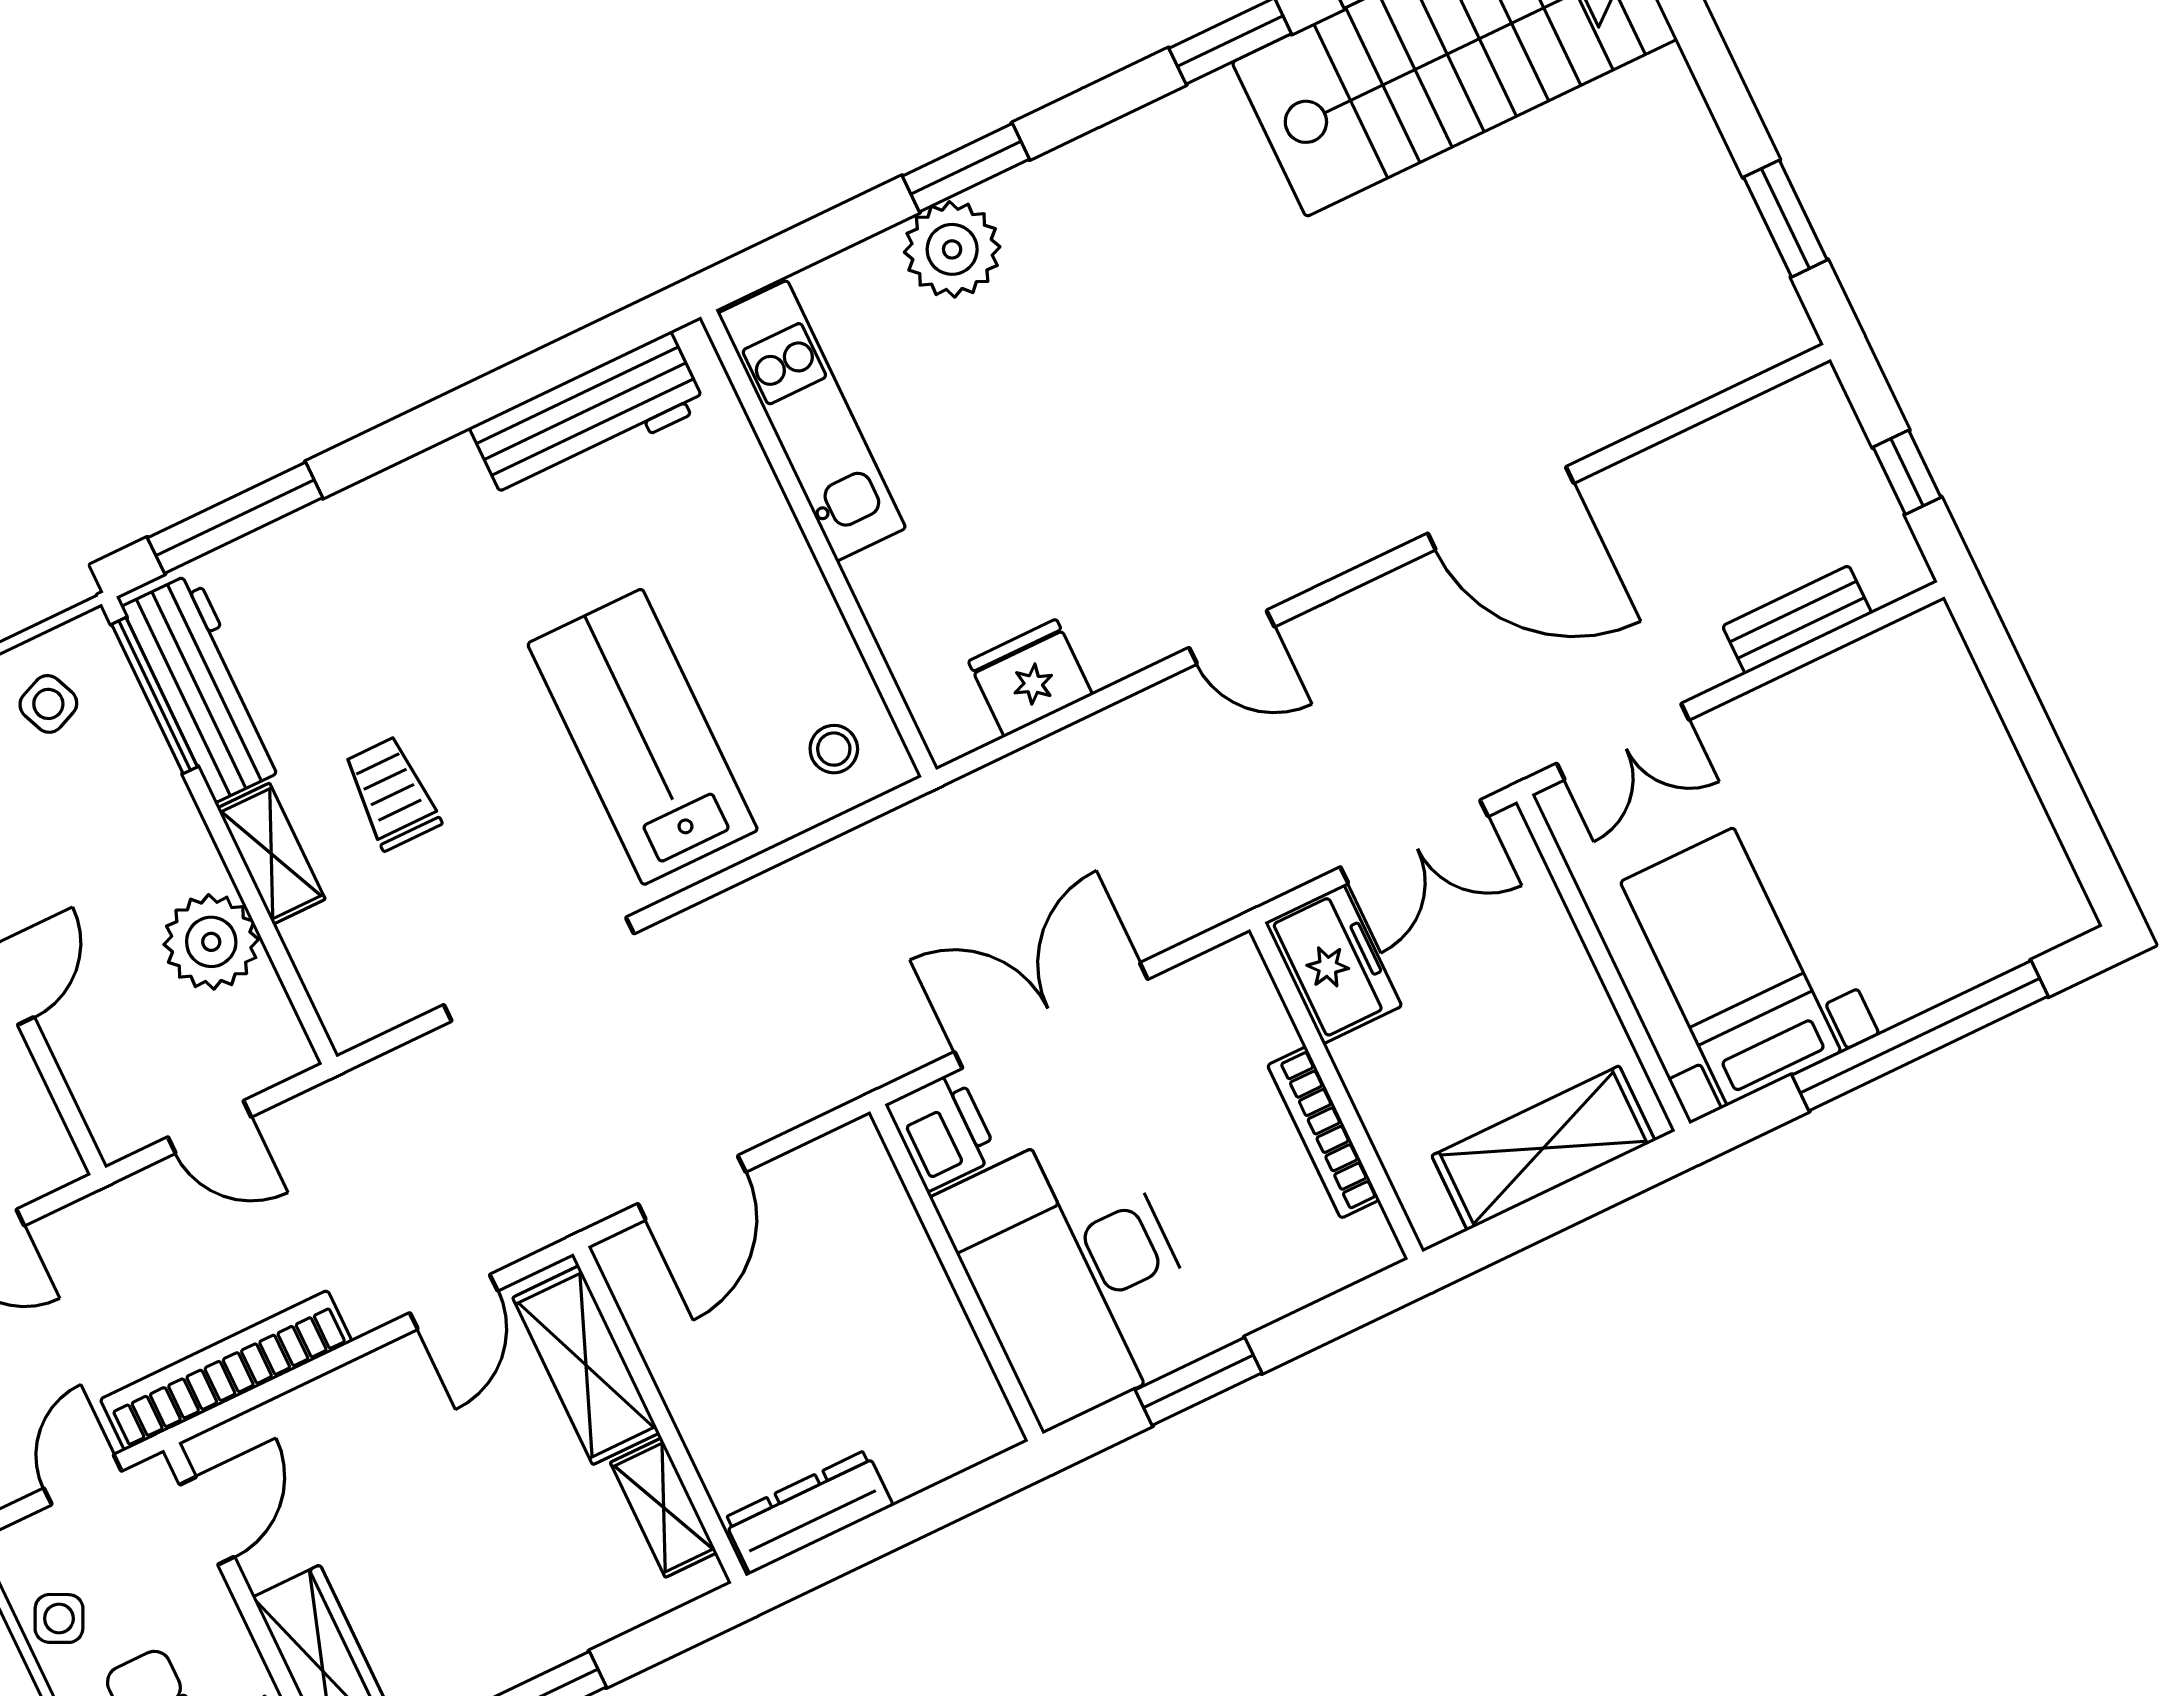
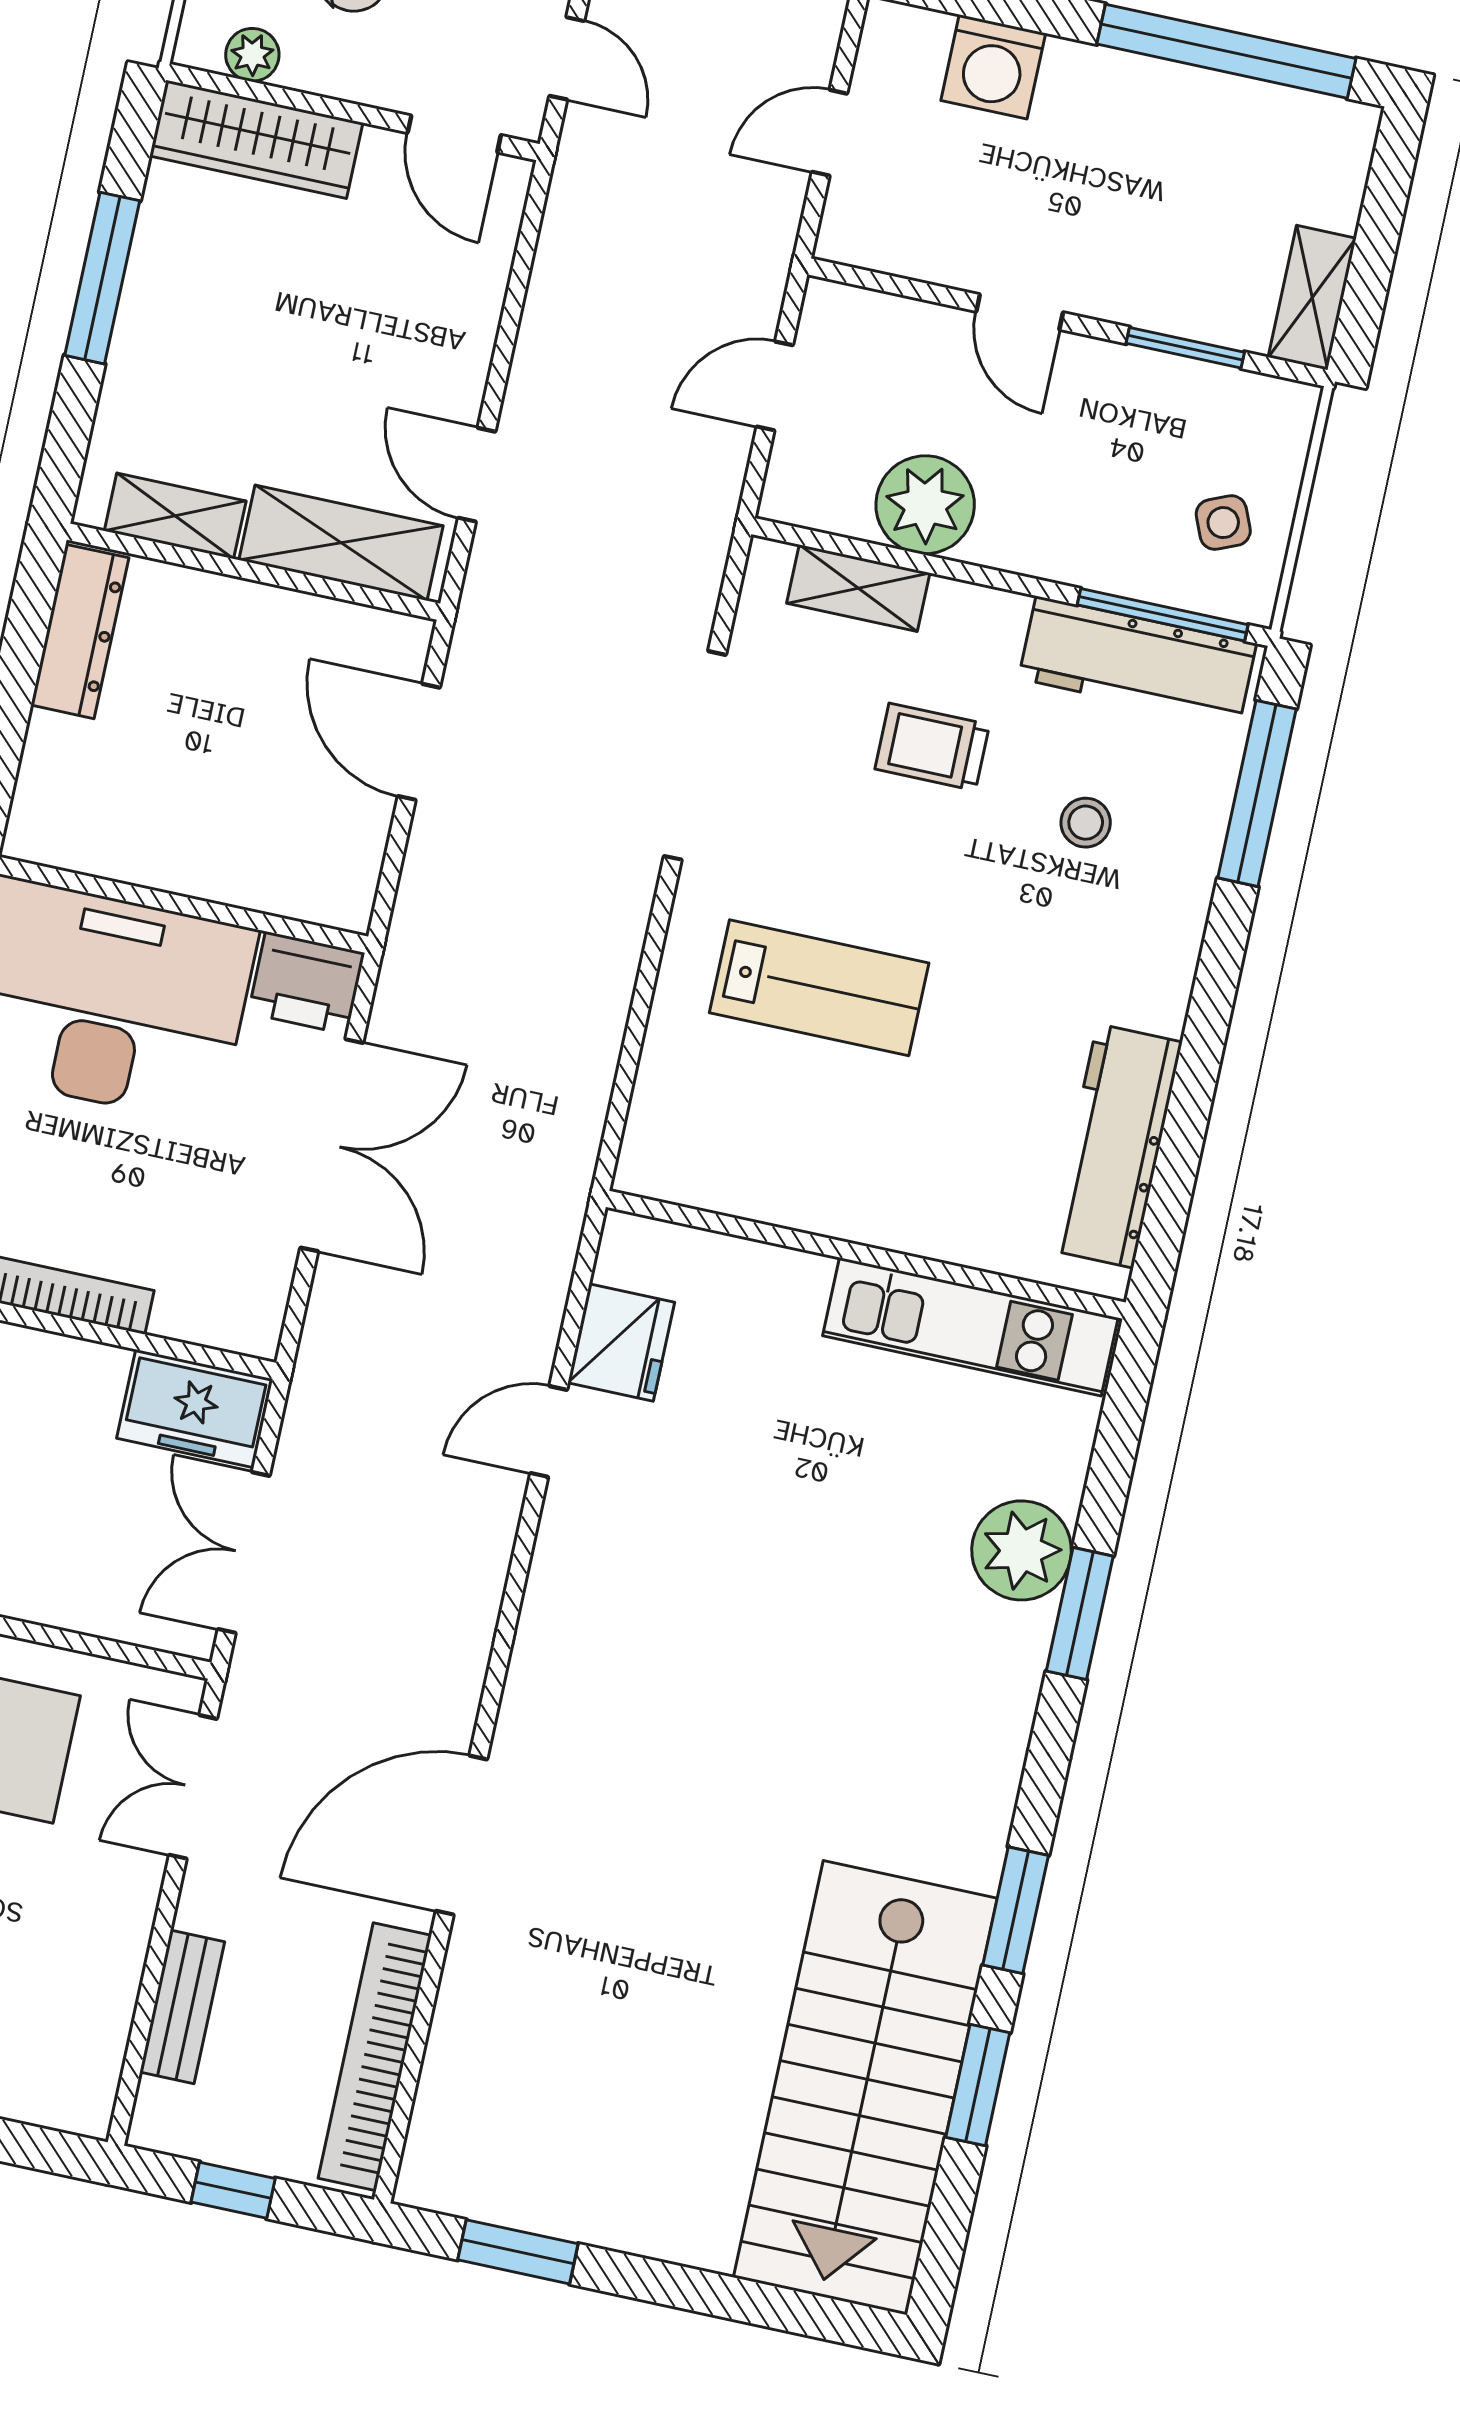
door: (1232, 637) -> (549, 1432), moved
lab bench: (643, 737) -> (819, 988), width x0.73, depth x0.72
stool: (834, 749) -> (1086, 823), moved
trolley: (392, 793) -> (932, 747), turned 180
shelving: (271, 854) -> (858, 588), moved
bookcase: (226, 1370) -> (375, 2057), moved, turned 180

